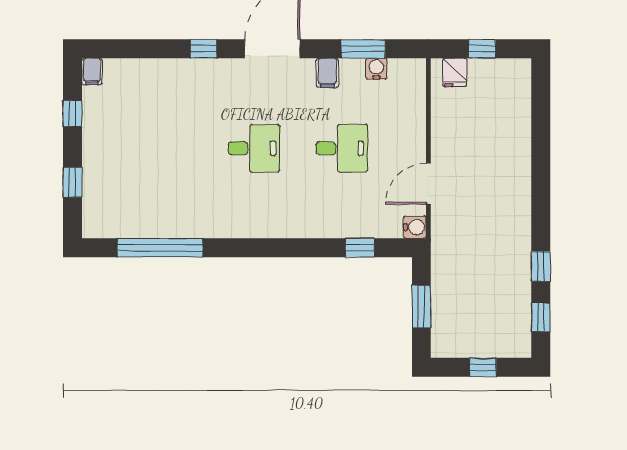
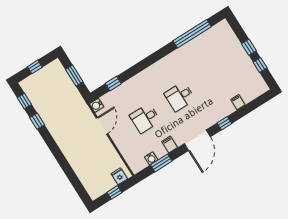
filing cabinet: (92, 72) -> (238, 102), moved
window: (73, 182) -> (249, 47), moved

